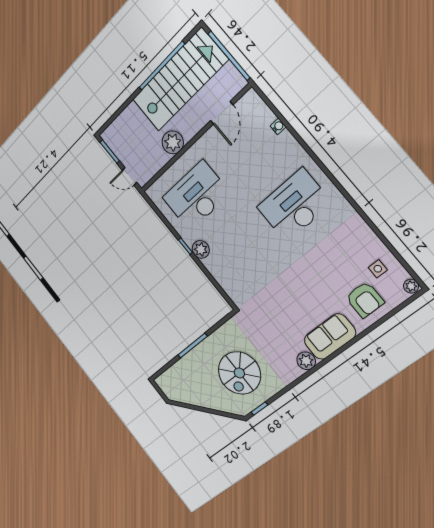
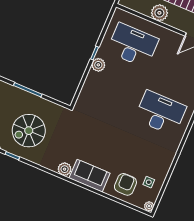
armchair: (365, 300) -> (125, 184), turned 180

